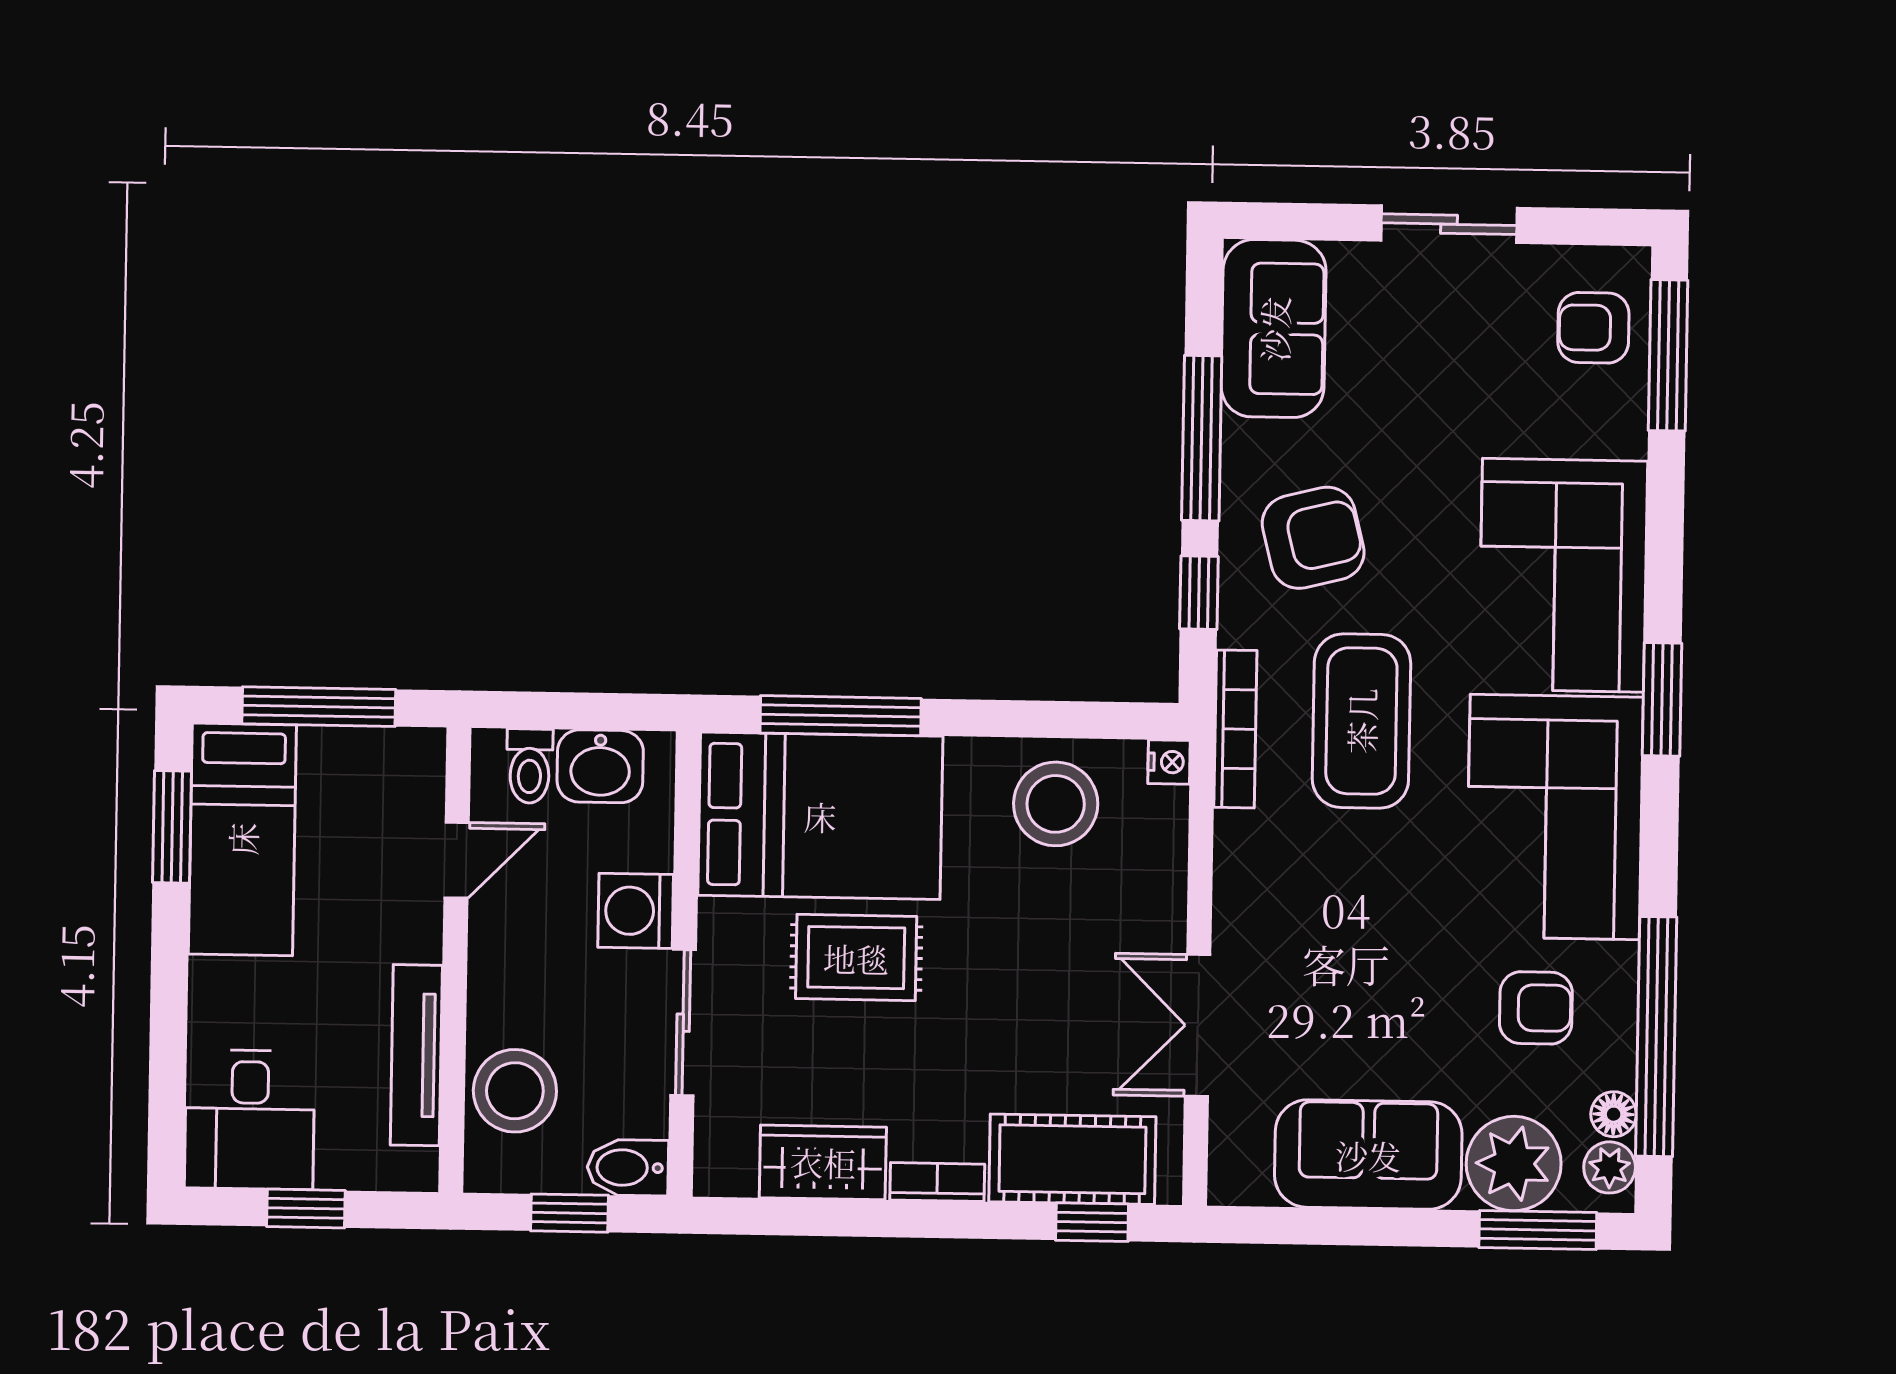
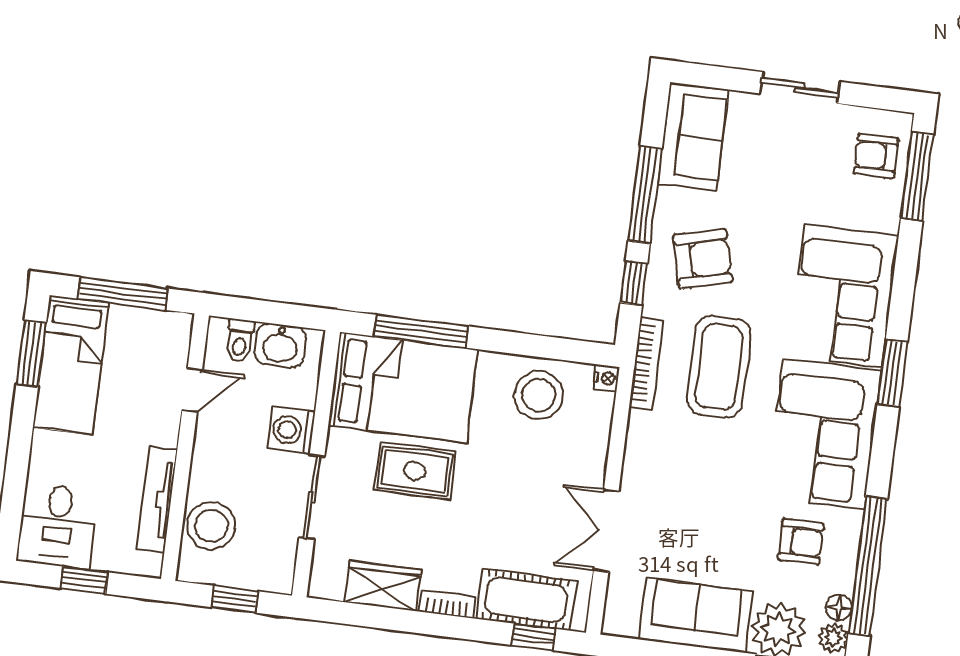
bidet: (628, 1168) -> (271, 577), removed

